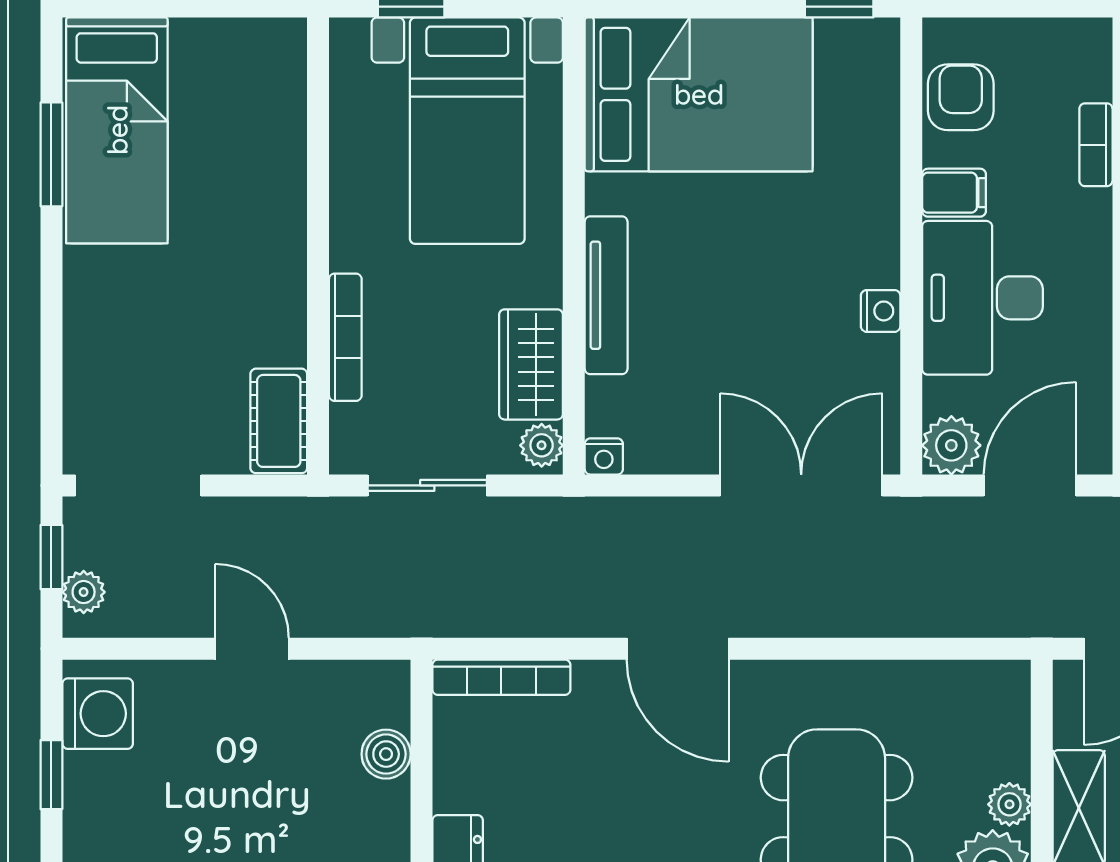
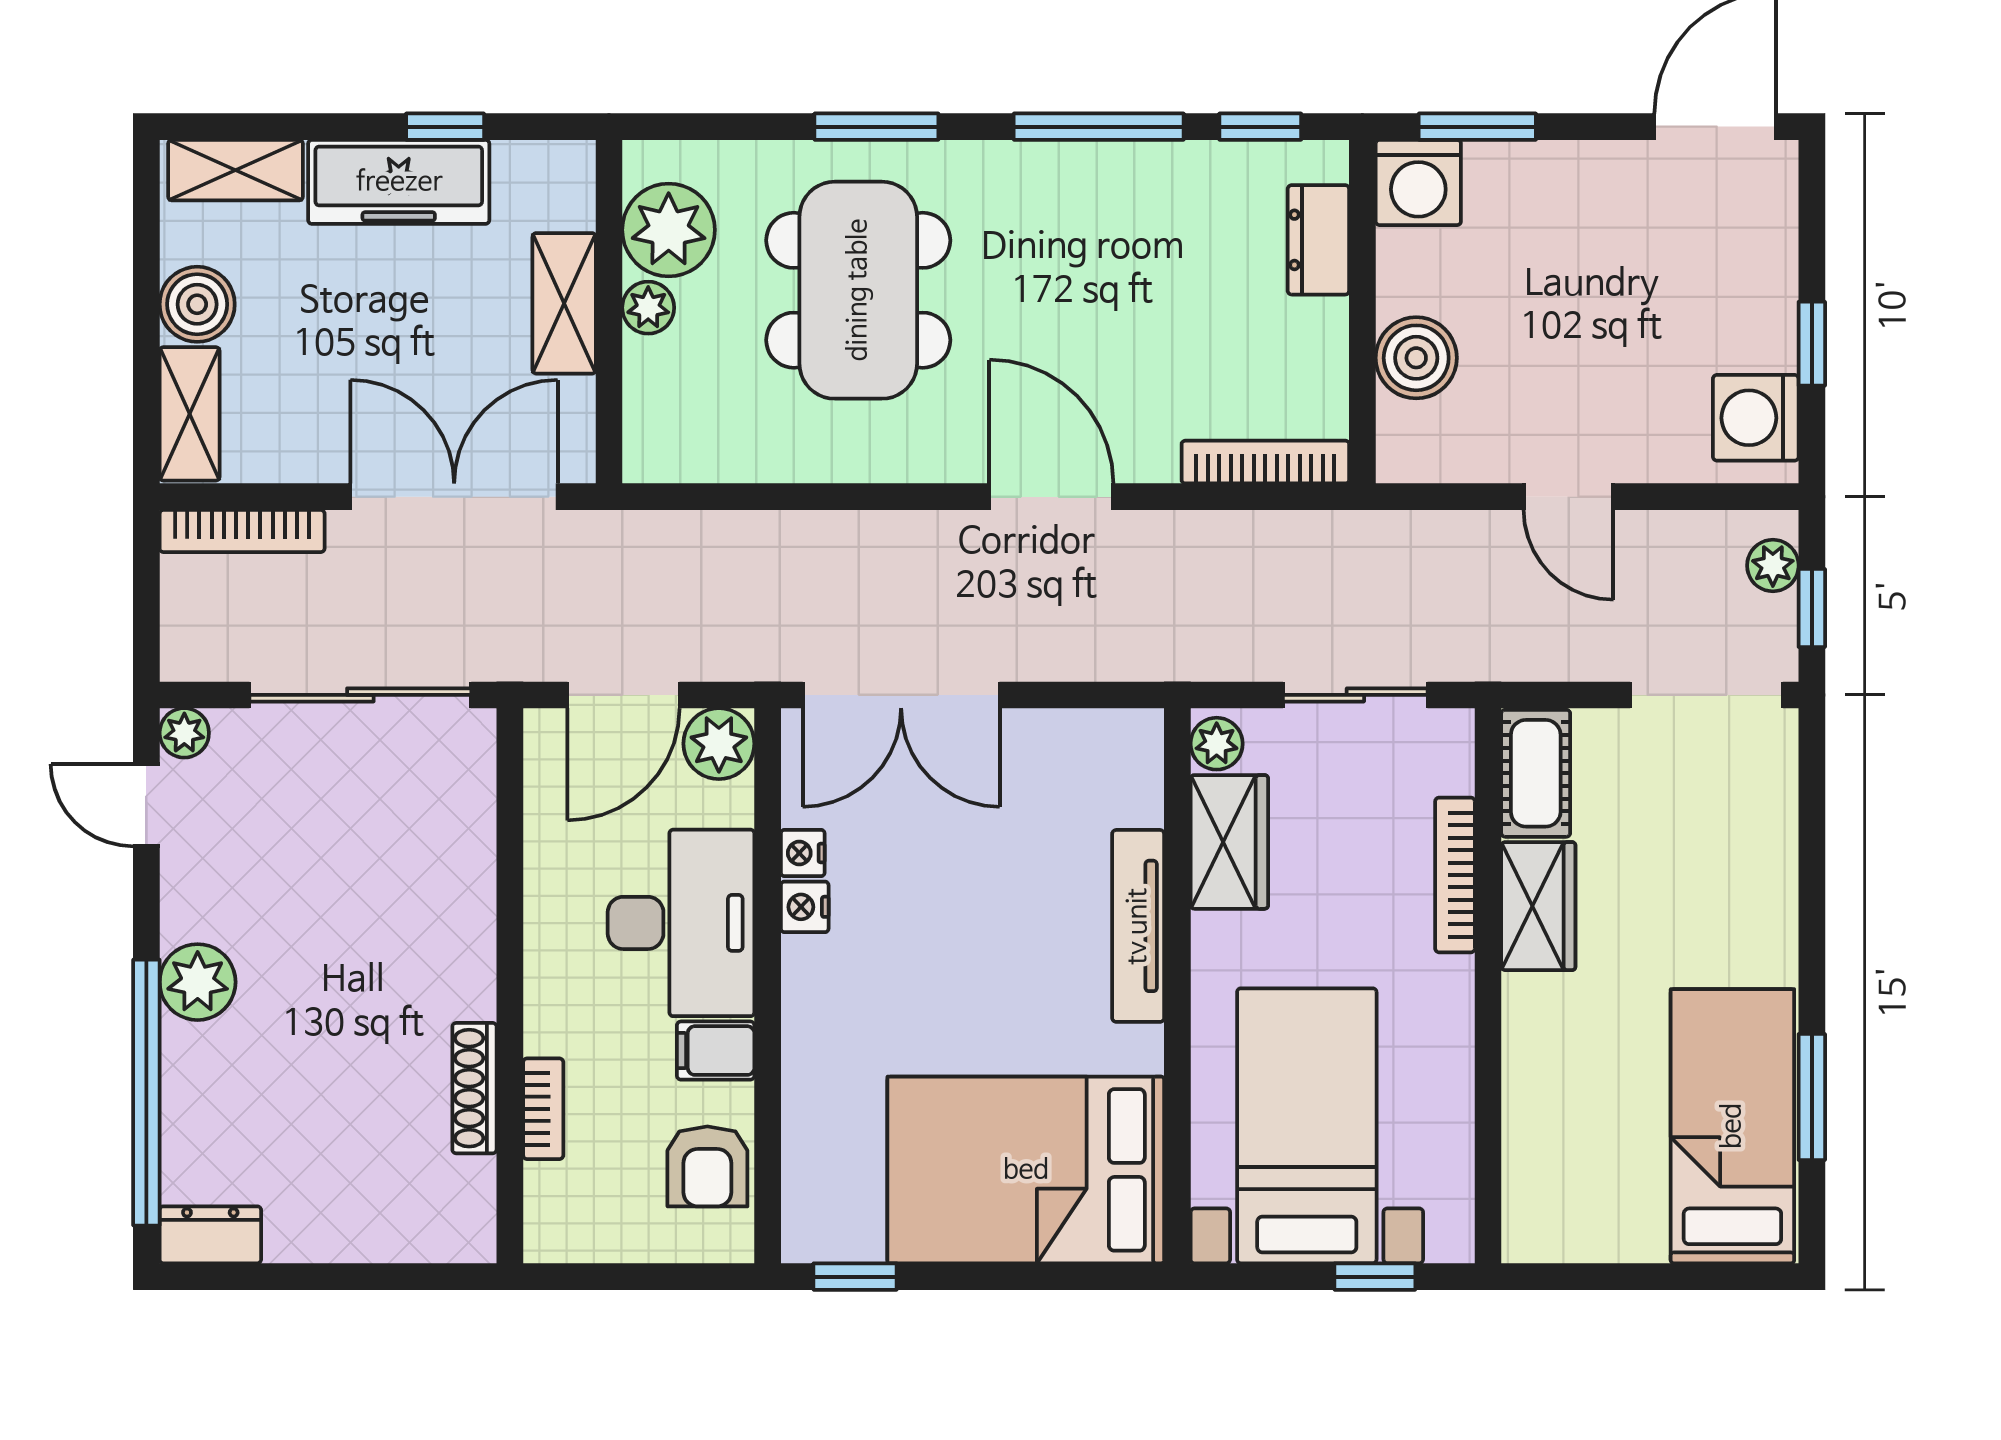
wardrobe: (277, 312) -> (1538, 906), added
nightstand: (604, 456) -> (803, 853), moved, turned -90
boiler: (386, 754) -> (1416, 358), width x1.36, depth x1.36

